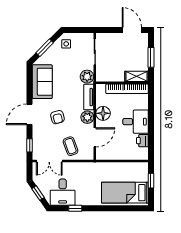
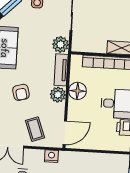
door: (95, 137) -> (65, 133), moved
nightstand: (85, 167) -> (51, 156), added

